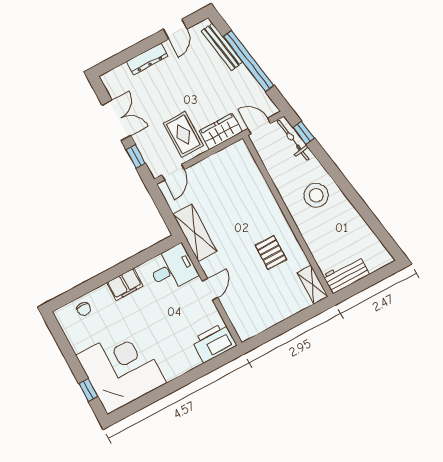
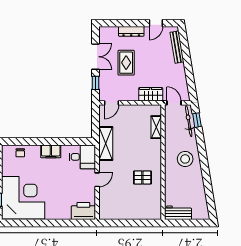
window: (248, 61) -> (187, 63), removed
rug: (183, 134) -> (126, 63), moved
pallet: (271, 252) -> (142, 178), turned 90
shelving: (313, 285) -> (156, 127), moved

